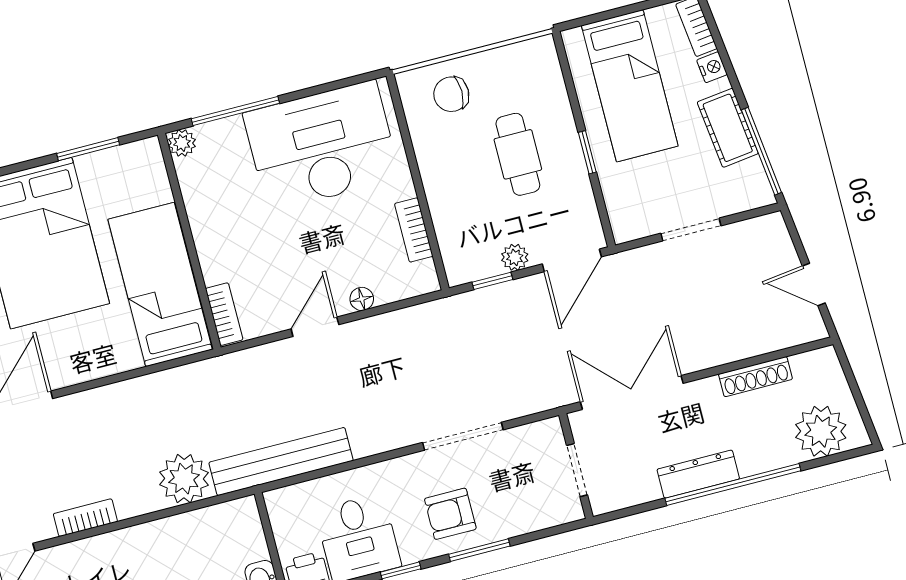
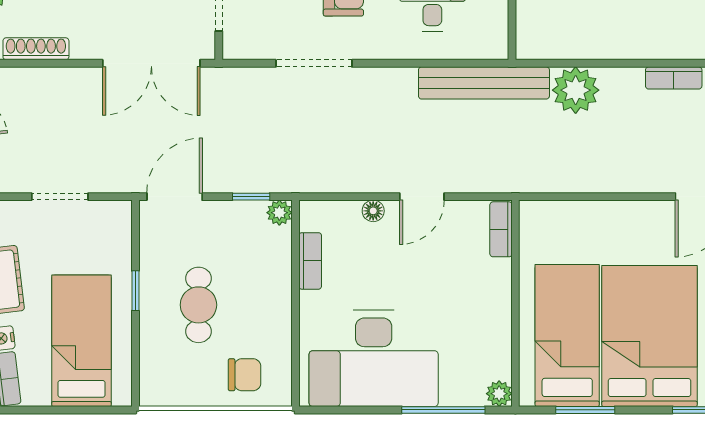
plant: (515, 257) -> (279, 213), moved
bed: (160, 284) -> (567, 336), moved, turned 180

